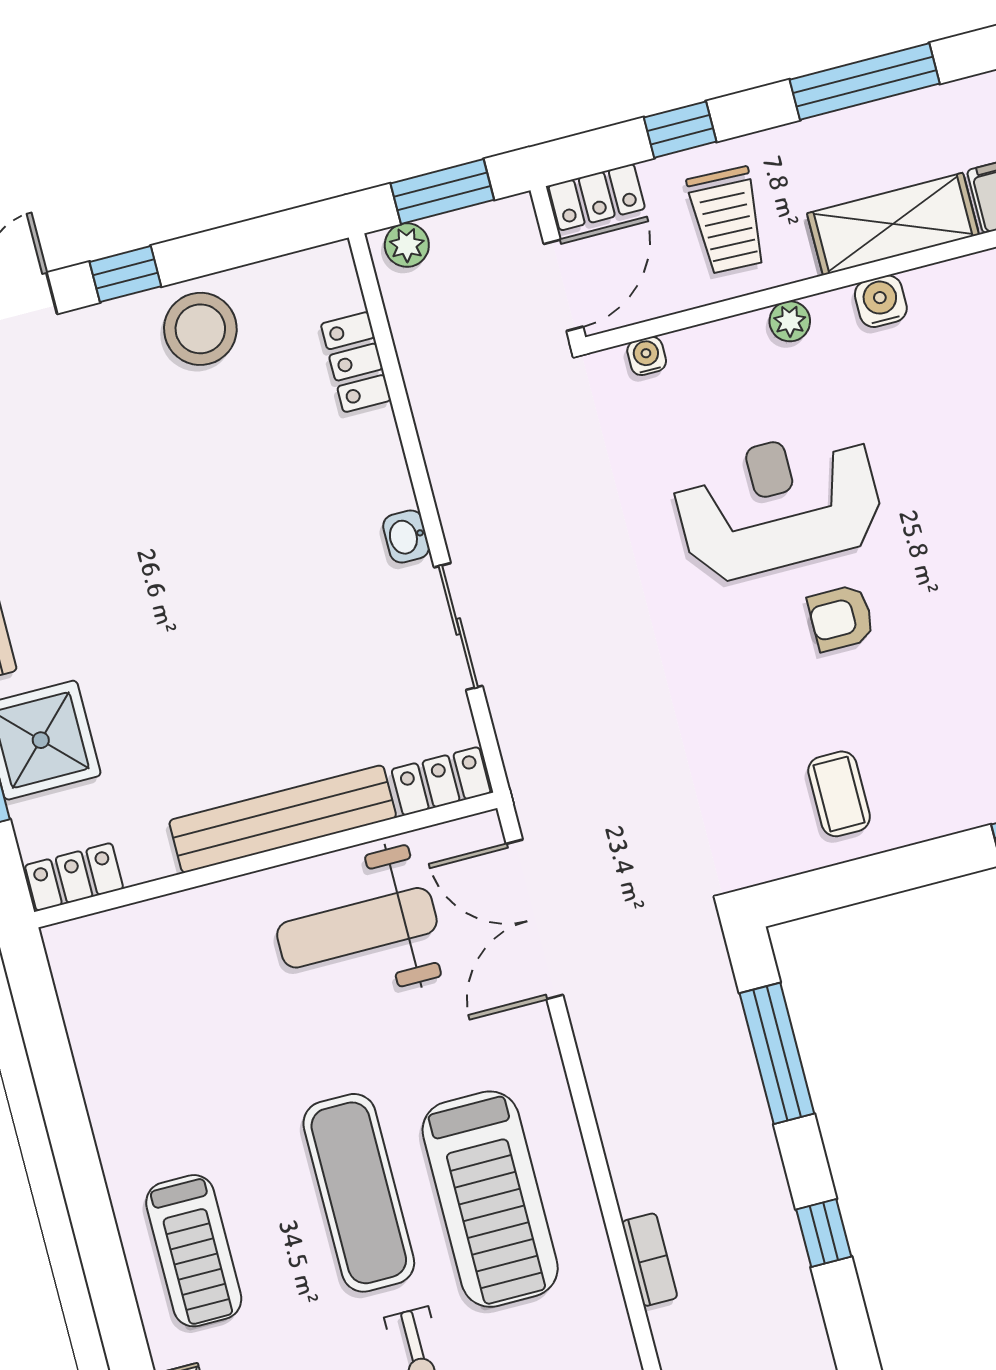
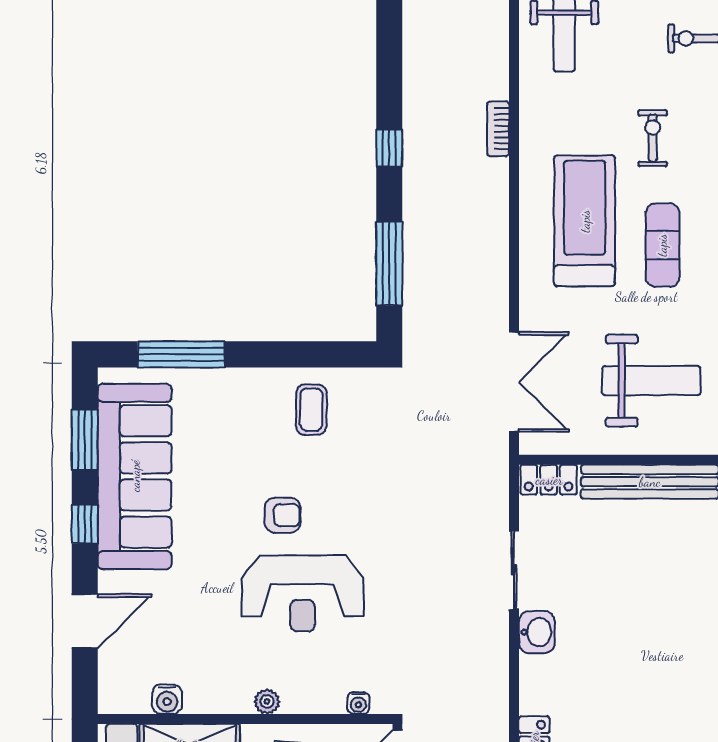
water cooler: (881, 301) -> (167, 699), moved
washbasin: (406, 537) -> (537, 632), width x1.38, depth x1.45
weight bench: (357, 928) -> (651, 381), moved
exercise mat: (359, 1193) -> (662, 245), width x0.73, depth x0.69
bookcase: (650, 1260) -> (498, 129), moved

